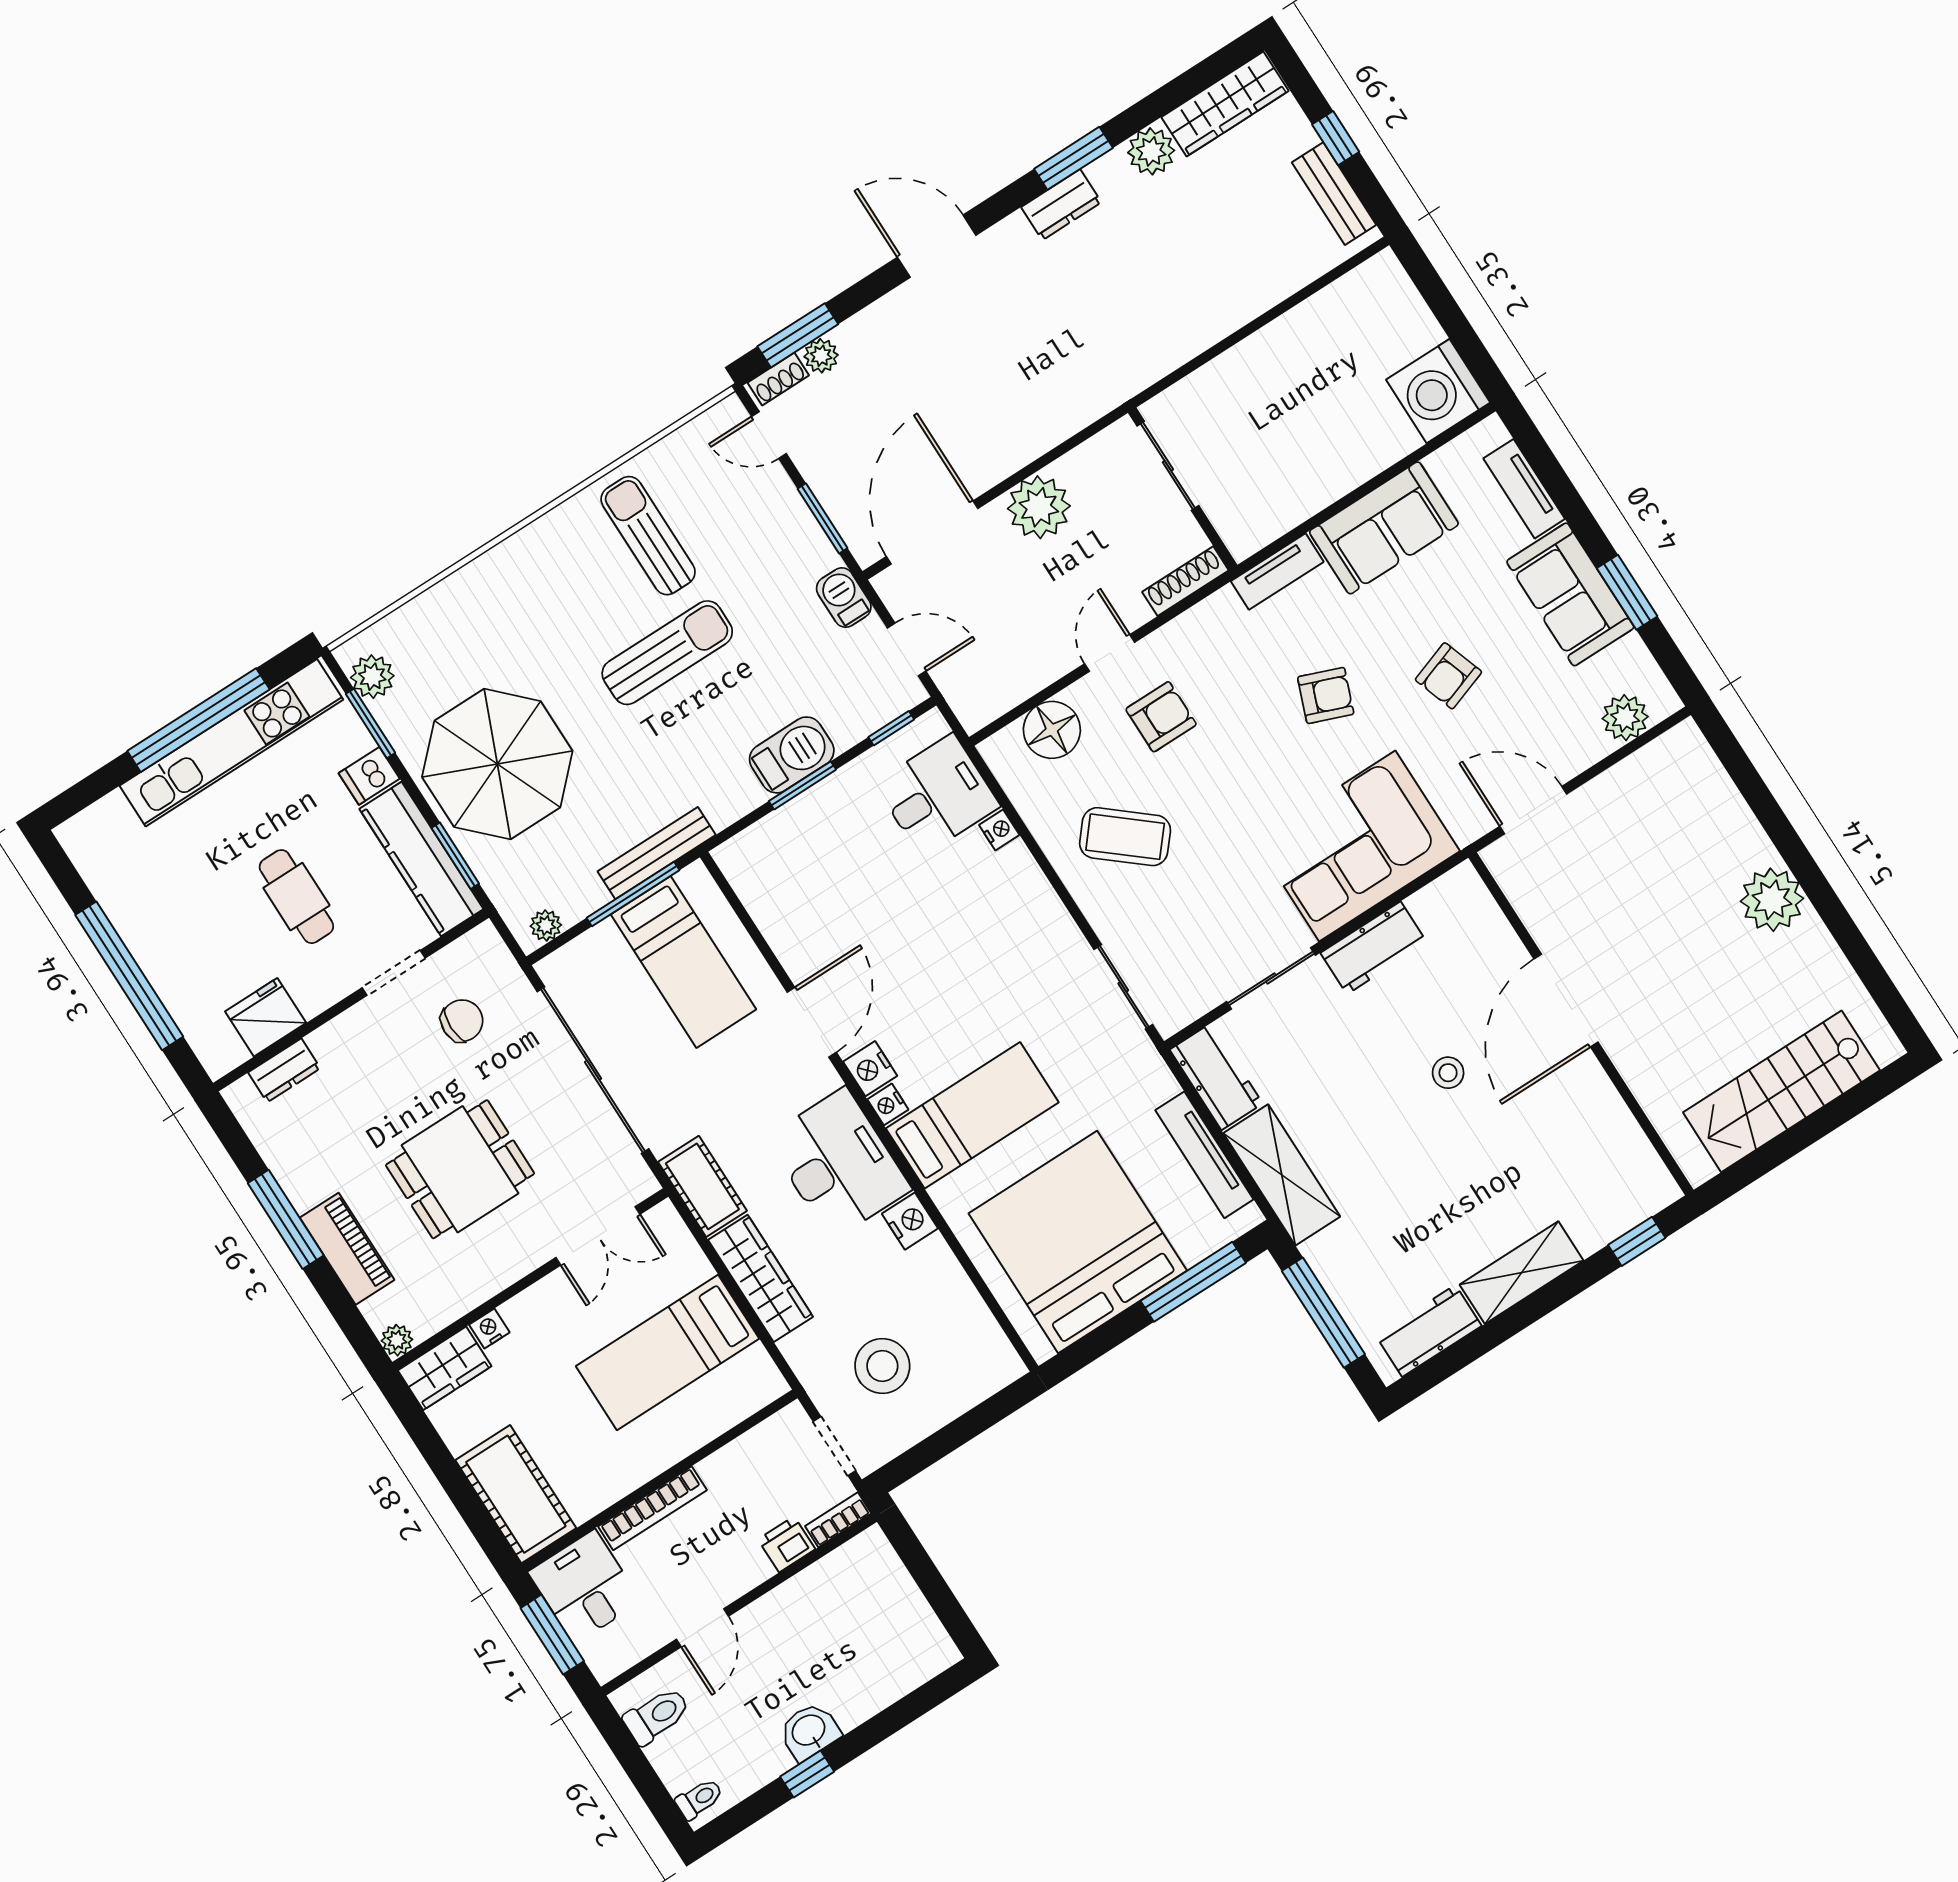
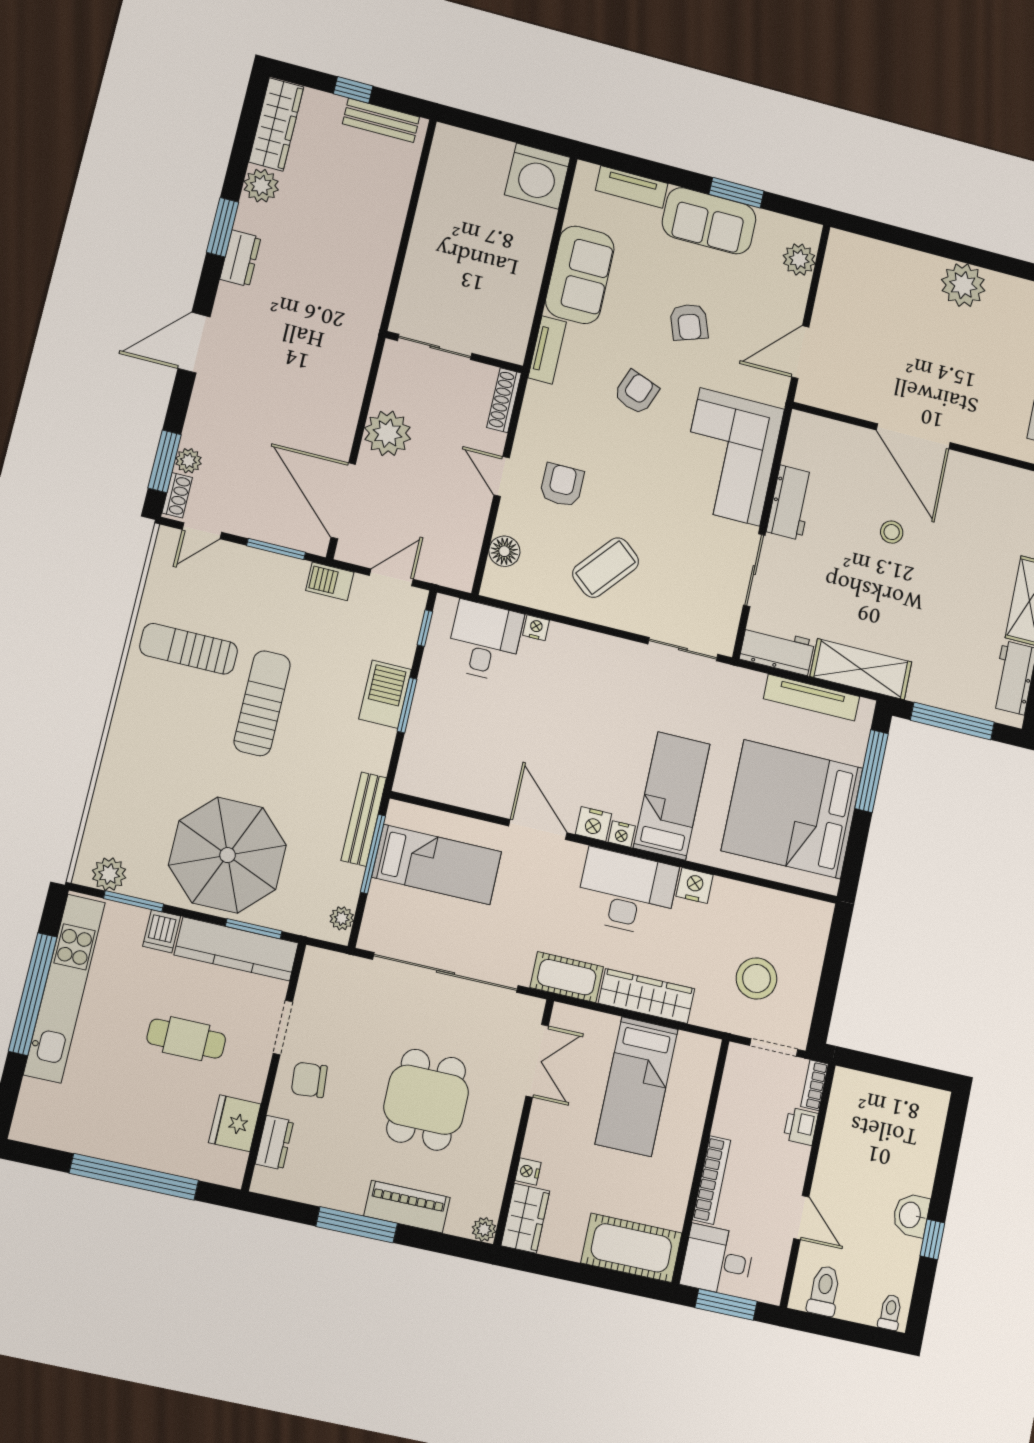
floor lamp: (1052, 730) -> (504, 551), width x0.73, depth x0.73
chair: (462, 1021) -> (309, 1080), moved, turned -95

